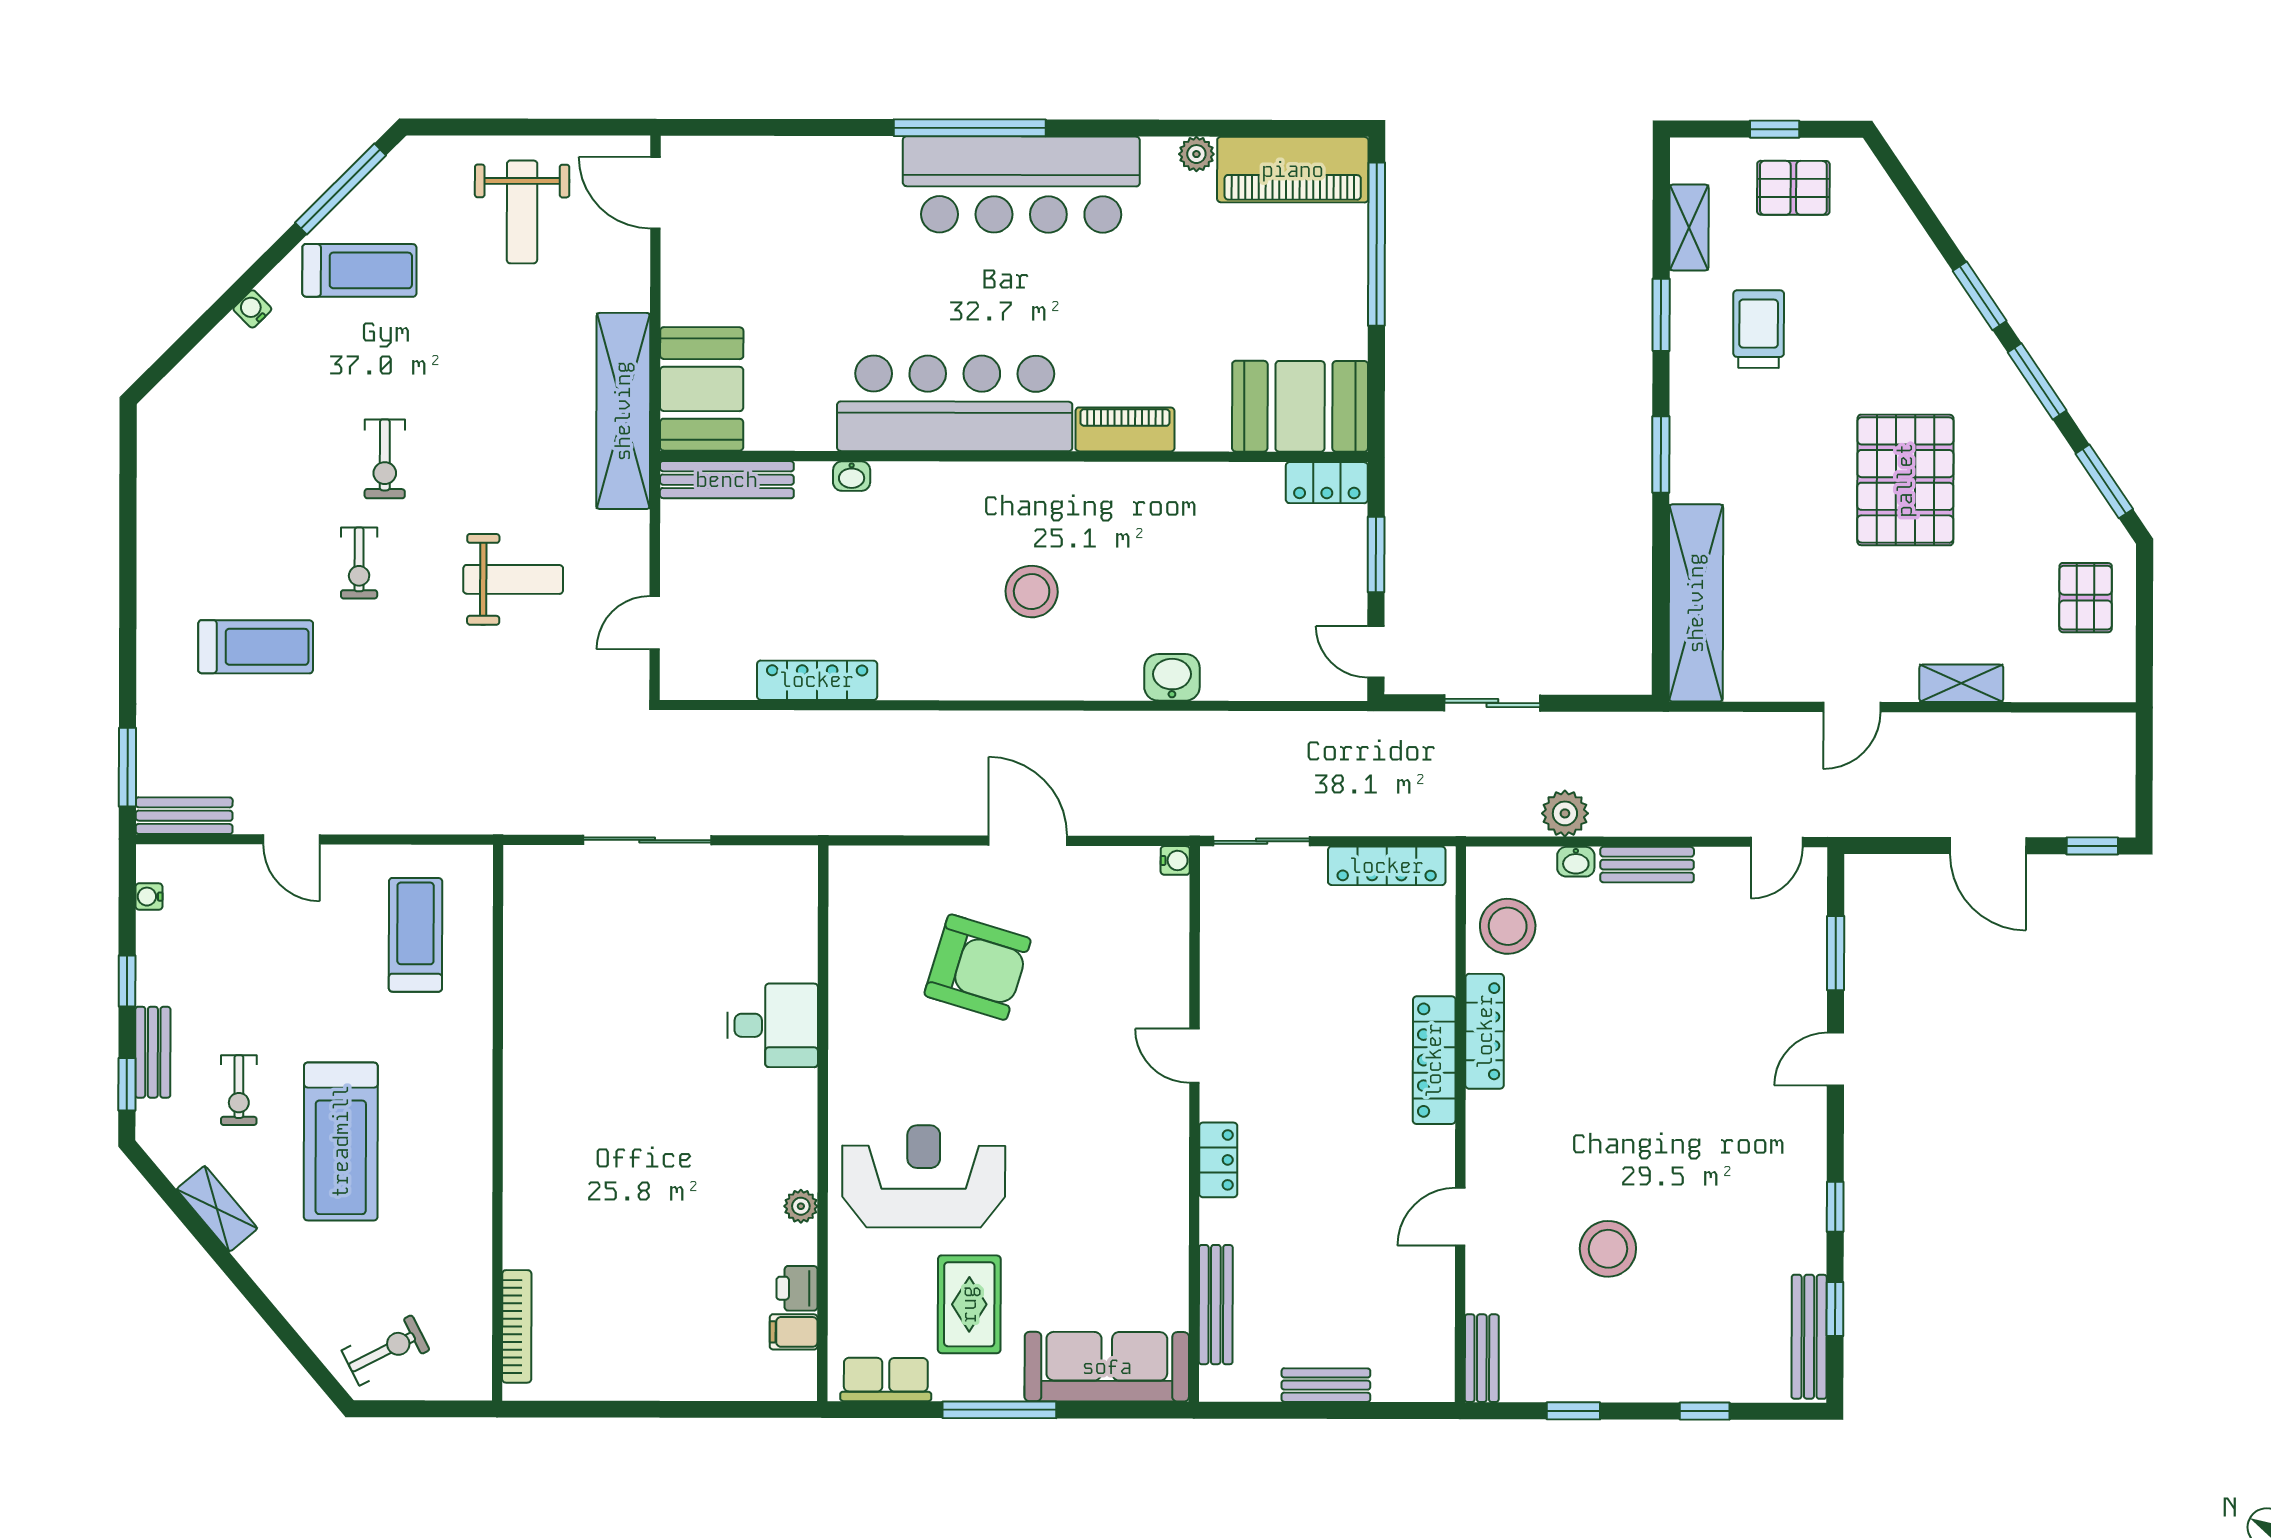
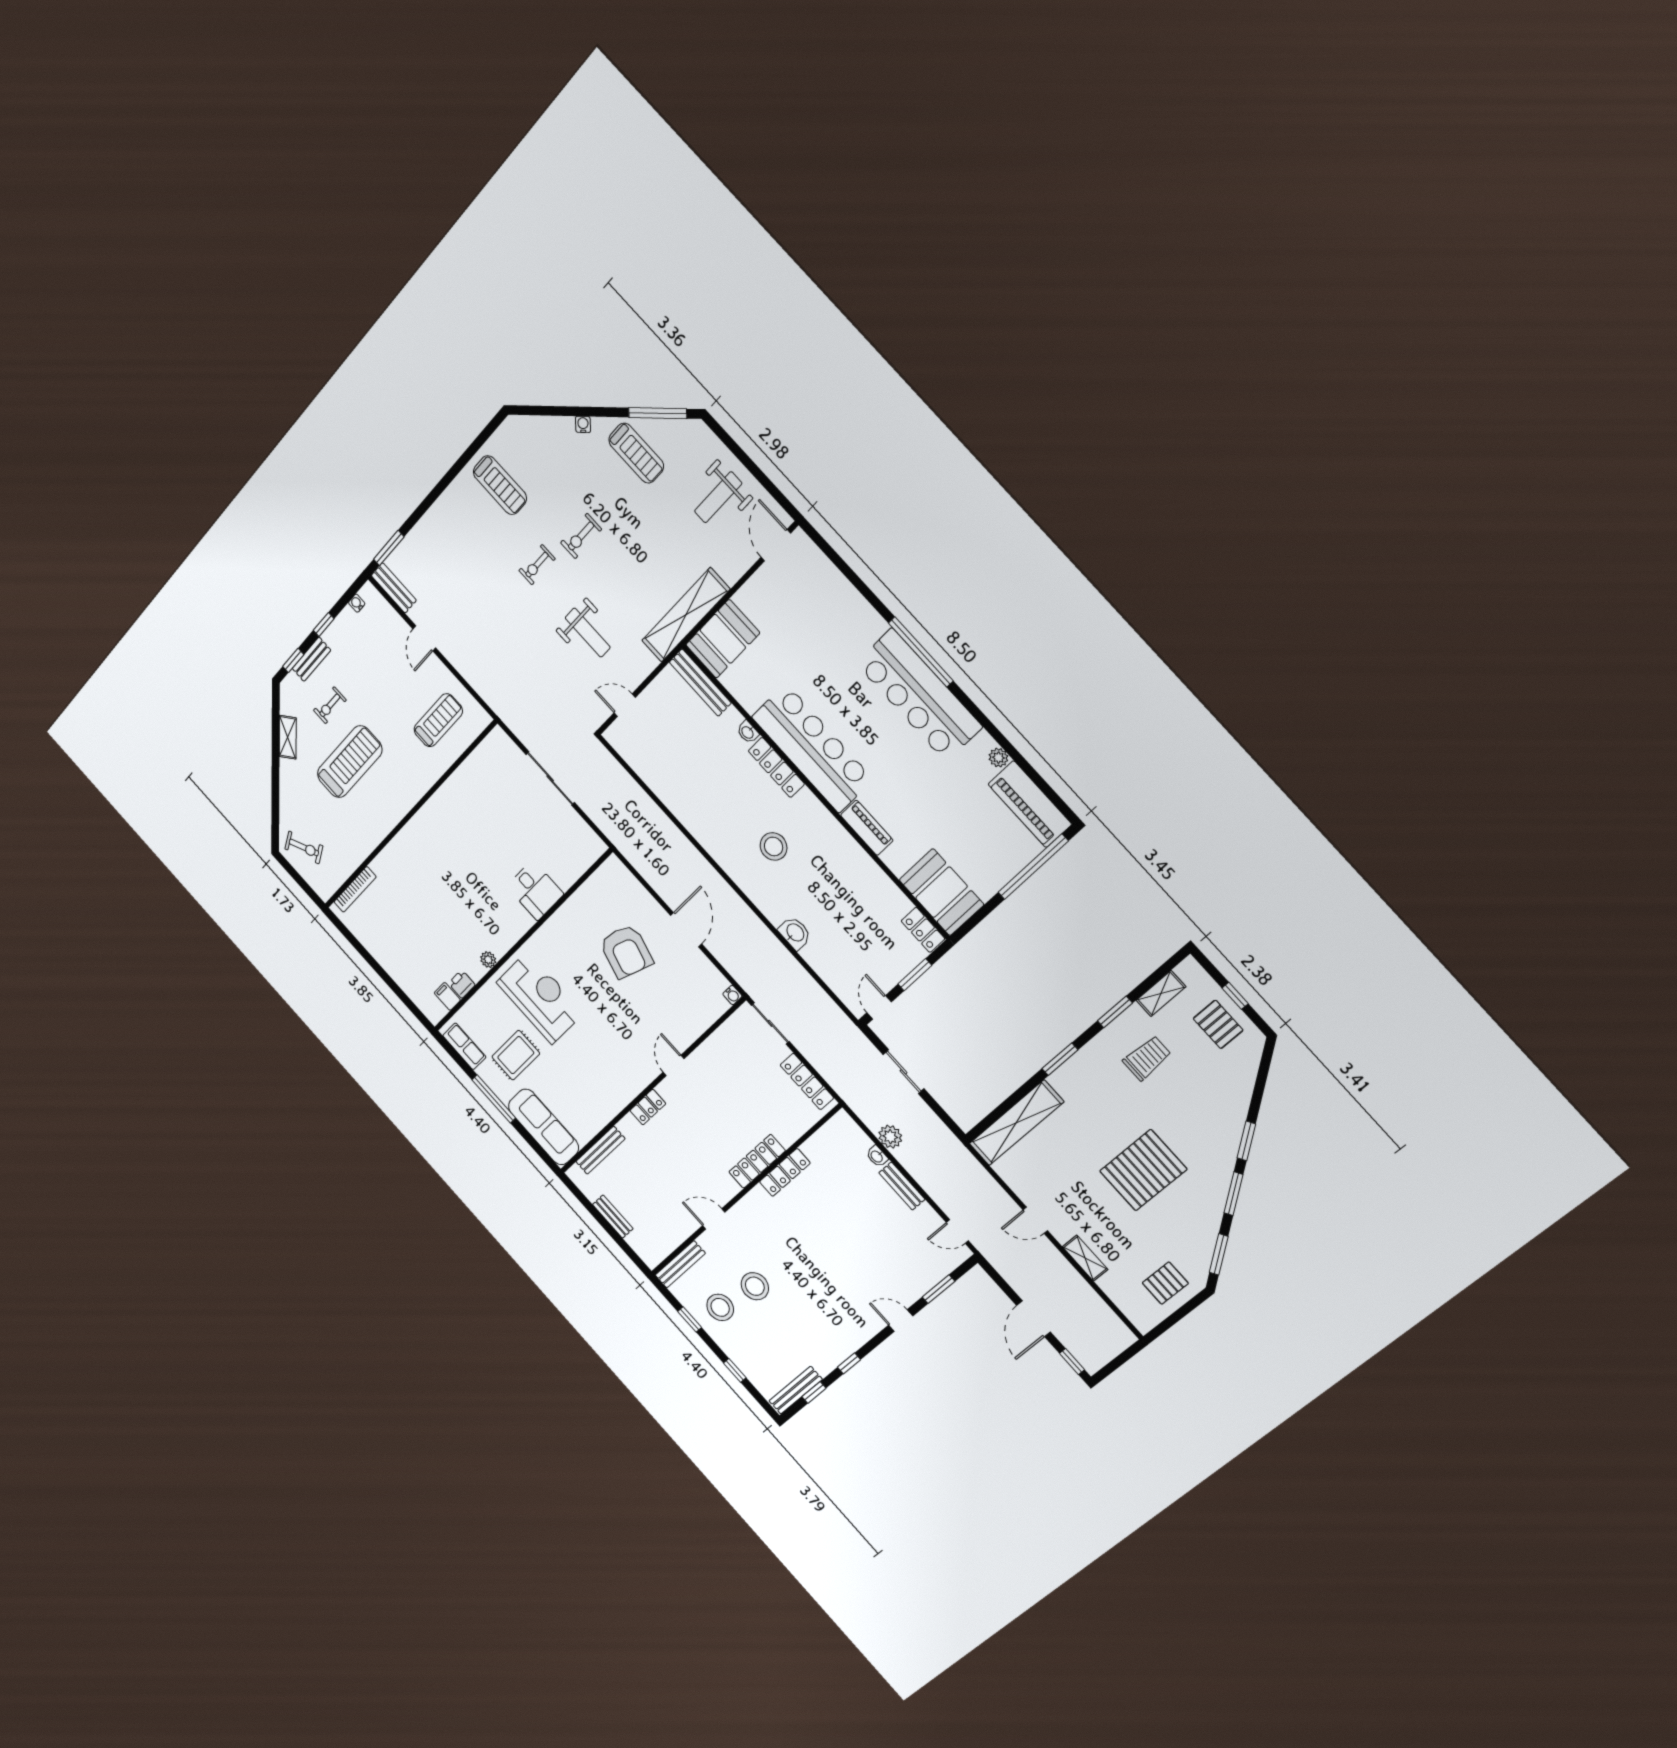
treadmill: (256, 647) -> (500, 485), moved
locker: (817, 680) -> (776, 767), moved, turned 180
stool: (1508, 926) -> (720, 1307), moved
treadmill: (341, 1141) -> (350, 762), turned 180
bench: (1482, 1358) -> (680, 1264), width x1.36

